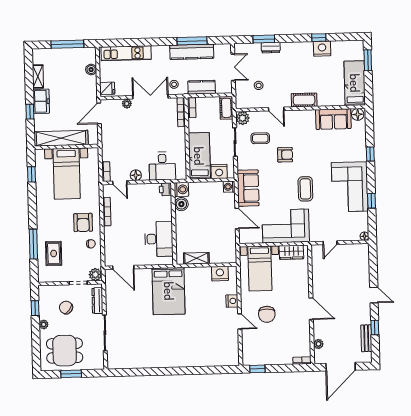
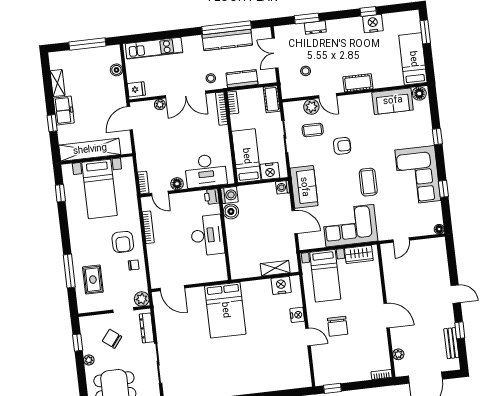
window: (192, 41) -> (227, 28), width x1.46
double door: (233, 67) -> (275, 53), swing flipped
double door: (150, 97) -> (186, 95), swing flipped
plant: (243, 118) -> (311, 107), moved
desk: (162, 166) -> (206, 171), width x1.37
desk: (159, 239) -> (207, 235), moved
shelving: (196, 258) -> (275, 268), moved

